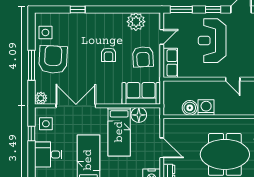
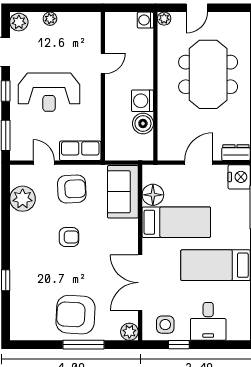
side table: (45, 32) -> (38, 325), removed

